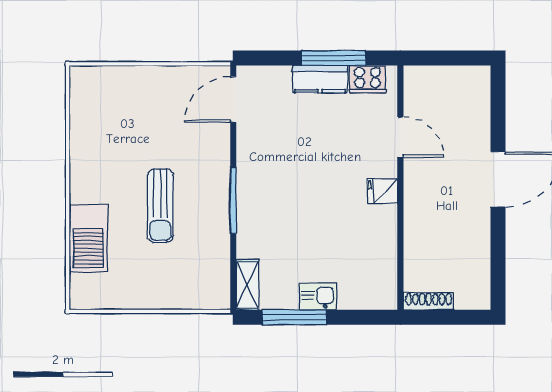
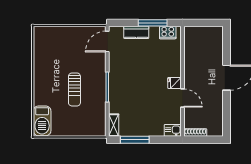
kitchen counter: (320, 79) -> (136, 32), moved
door: (400, 137) -> (182, 98), moved
barbecue: (89, 238) -> (42, 121), moved
kitchen sink: (318, 296) -> (173, 130), moved

